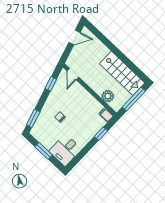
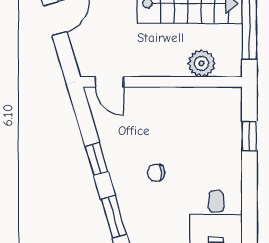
window: (51, 84) -> (97, 159), moved
filing cabinet: (106, 115) -> (228, 97), removed

